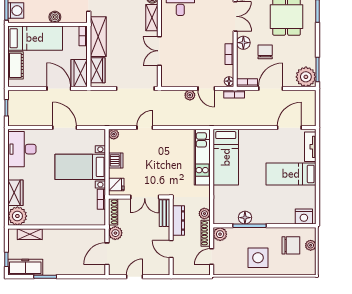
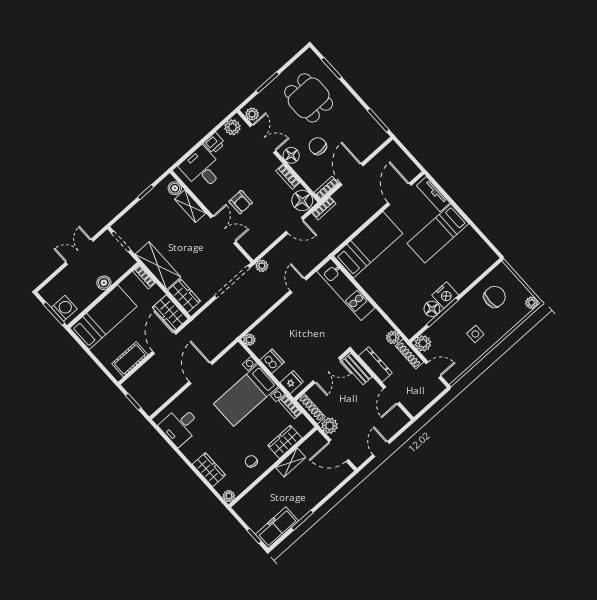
armchair: (186, 44) -> (241, 202), added
double door: (159, 51) -> (223, 230), swing flipped
cot: (15, 65) -> (130, 359), moved, turned 90
plant: (306, 77) -> (374, 136), removed
floor lamp: (229, 81) -> (302, 200), width x1.89, depth x1.89
door: (59, 88) -> (164, 343), hinge flipped
plant: (190, 95) -> (262, 266), moved
door: (65, 128) -> (201, 373), hinge flipped
door: (145, 128) -> (298, 285), moved
desk: (22, 149) -> (180, 426), width x0.73
bed: (226, 157) -> (368, 245), moved, turned -90
chair: (46, 211) -> (251, 461), added
plant: (17, 216) -> (229, 496), width x0.53, depth x0.53
nightstand: (304, 217) -> (445, 295), moved
wardrobe: (78, 218) -> (285, 442), added
shelving: (30, 234) -> (291, 462), moved
plant: (311, 245) -> (532, 303), moved
door: (171, 249) -> (392, 395), hinge flipped
door: (107, 254) -> (339, 451), hinge flipped
door: (212, 257) -> (433, 370), swing flipped
side table: (258, 258) -> (475, 334), width x0.54, depth x0.54

